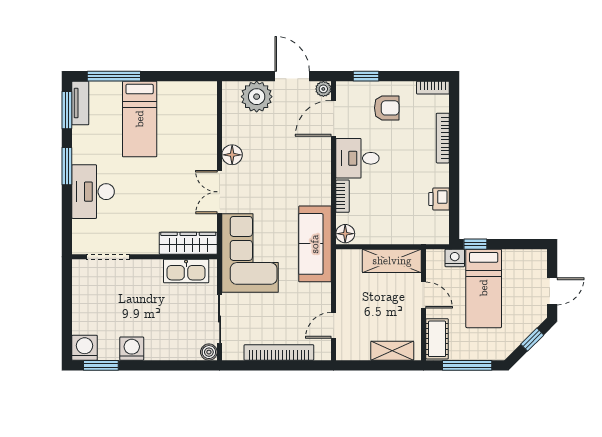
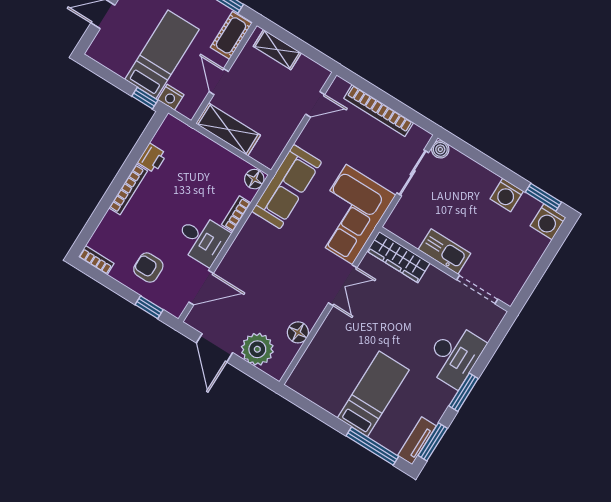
plant: (323, 89) -> (194, 319), removed
bookcase: (443, 138) -> (128, 189), moved
floor lamp: (232, 155) -> (298, 332), moved
kitchen sink: (186, 271) -> (444, 252), moved

